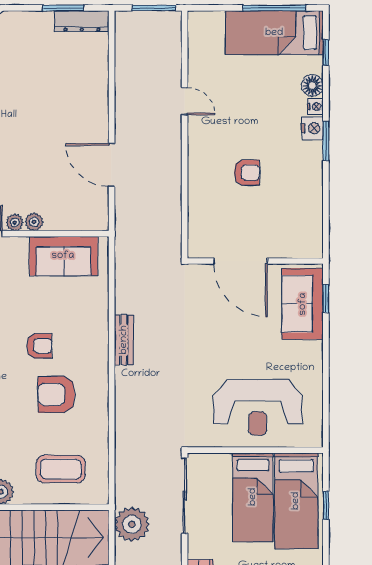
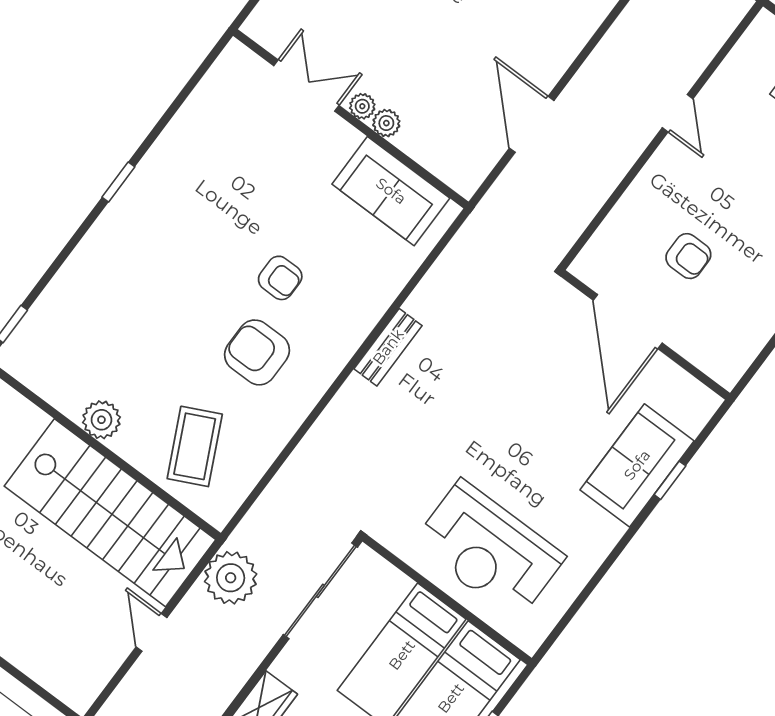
door: (241, 261) -> (628, 322), moved
wall: (255, 261) -> (645, 335), moved
coffee table: (61, 469) -> (195, 446), turned 64

